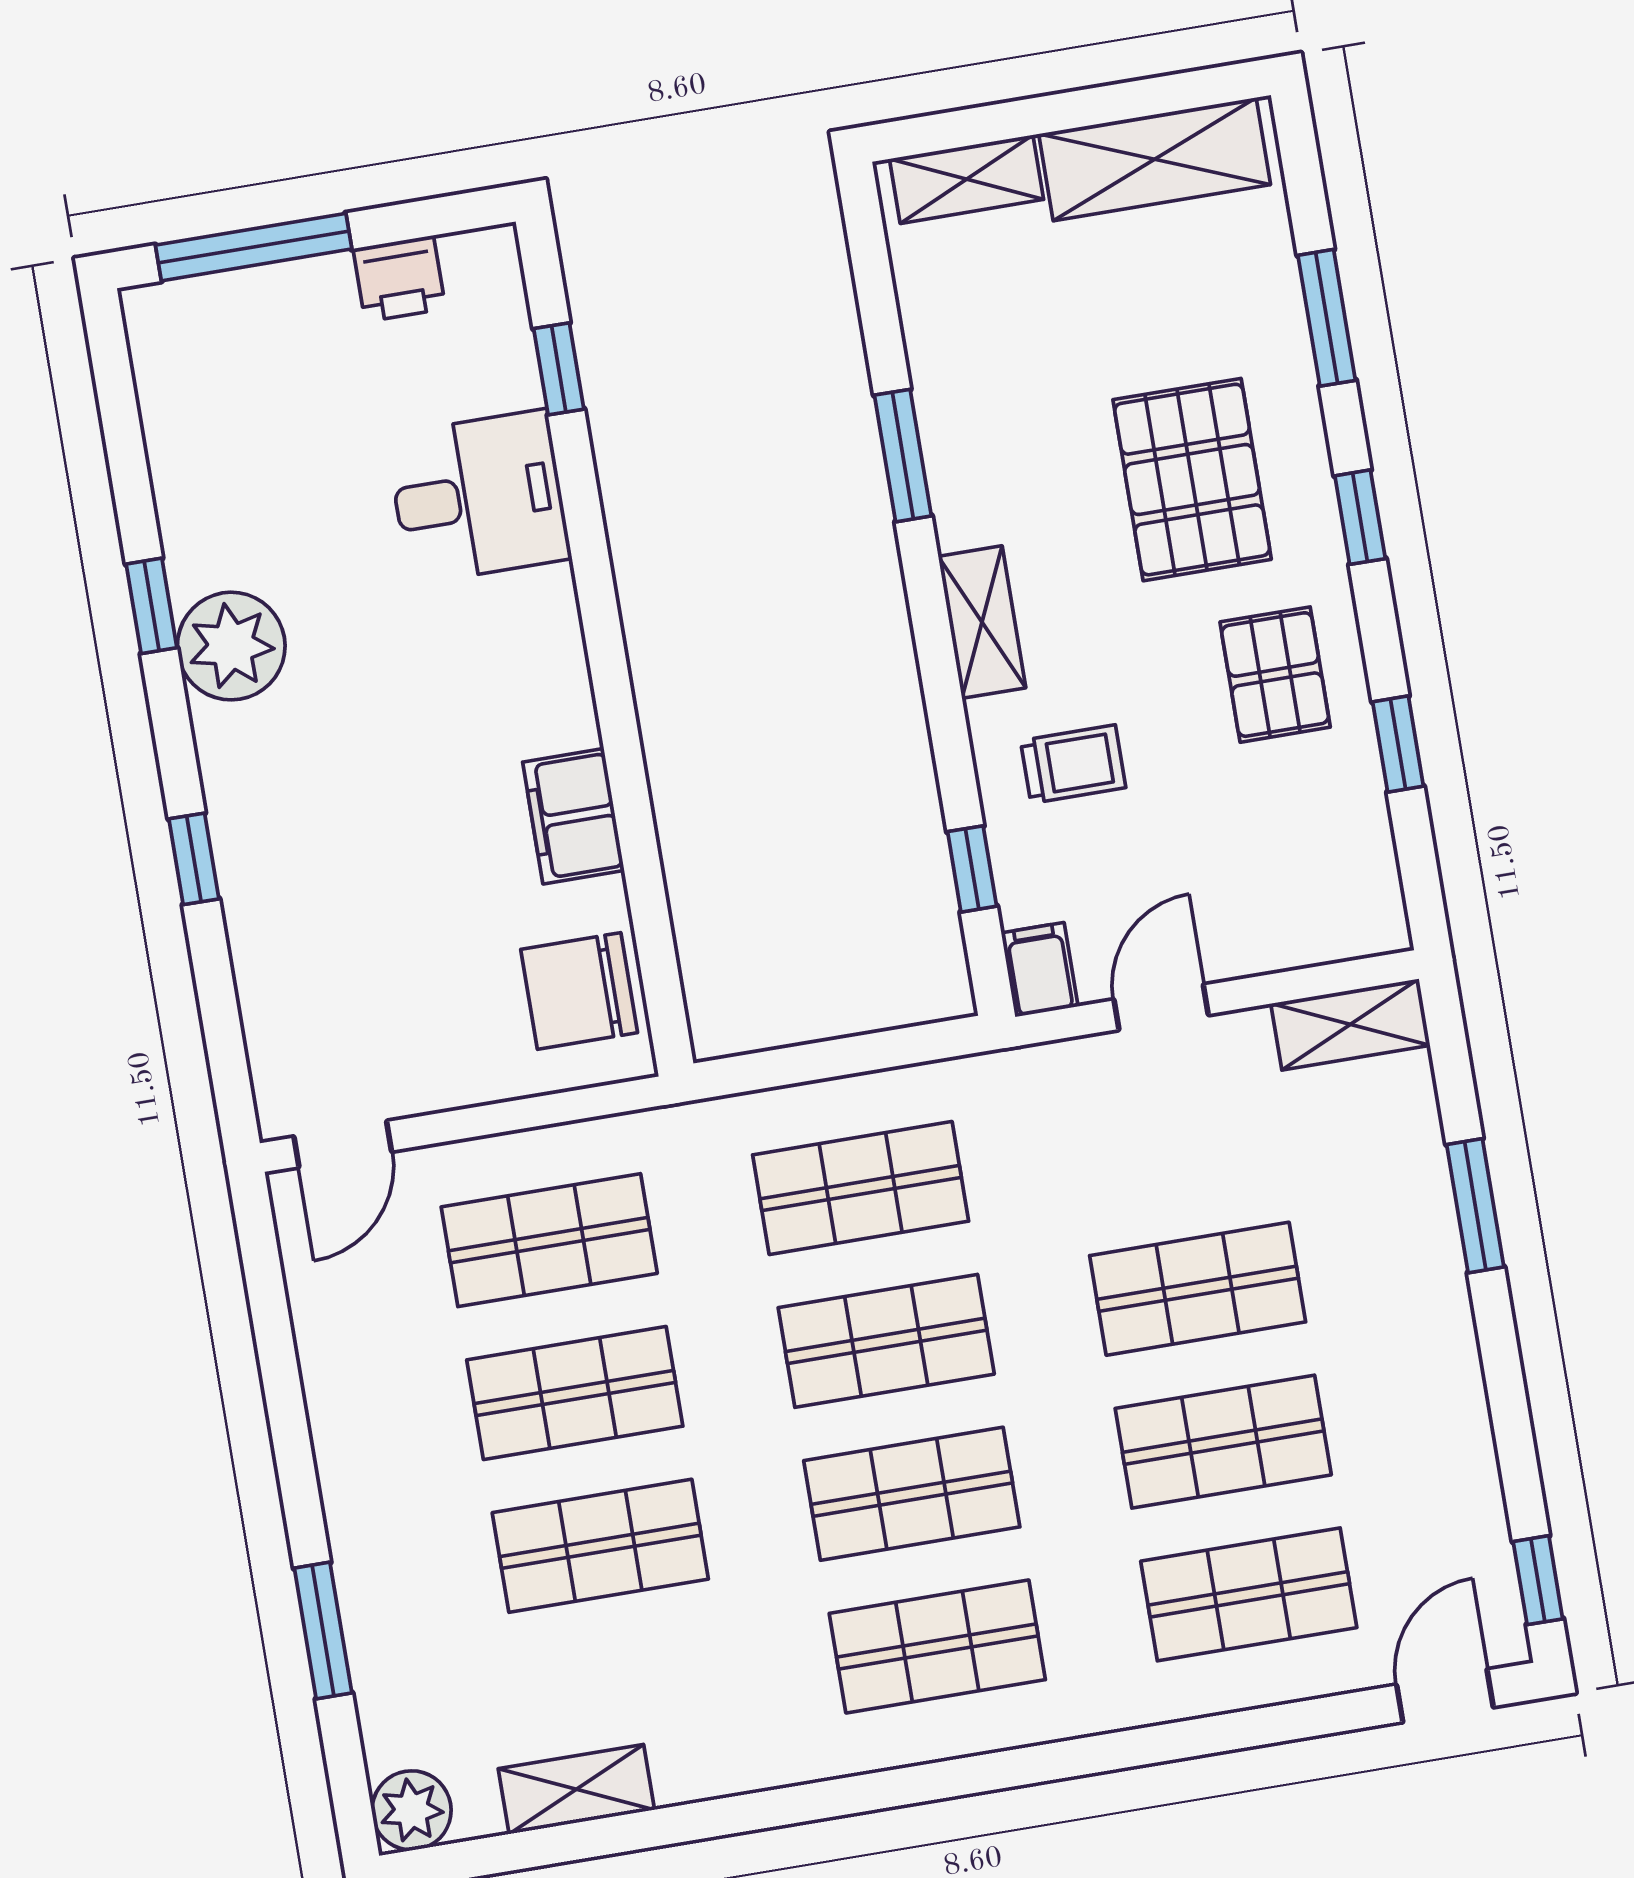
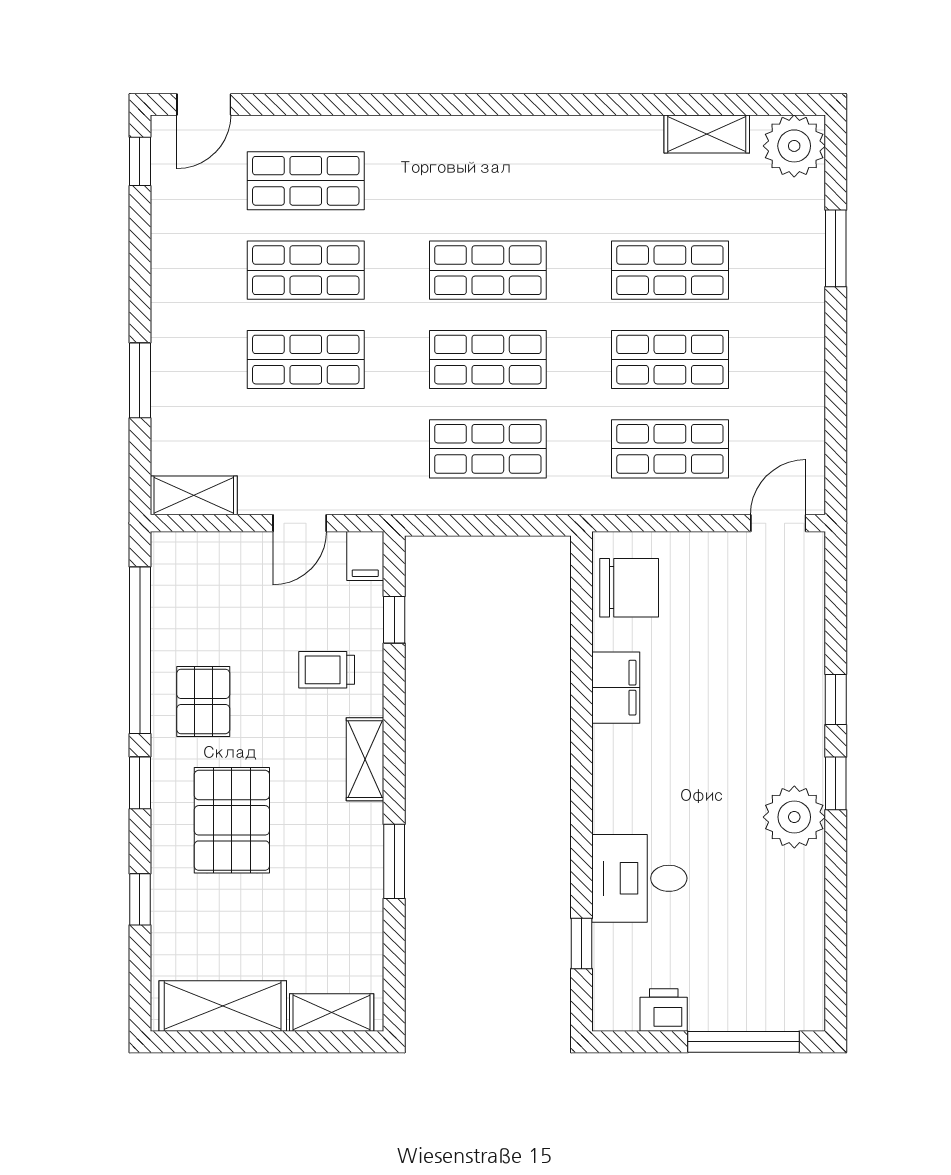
window: (1327, 318) -> (140, 899), width x0.67
window: (152, 606) -> (836, 783), moved
window: (1398, 744) -> (140, 650), width x3.17
shop shelf: (937, 1647) -> (488, 181), removed
plant: (412, 1810) -> (794, 146), width x1.36, depth x1.36

